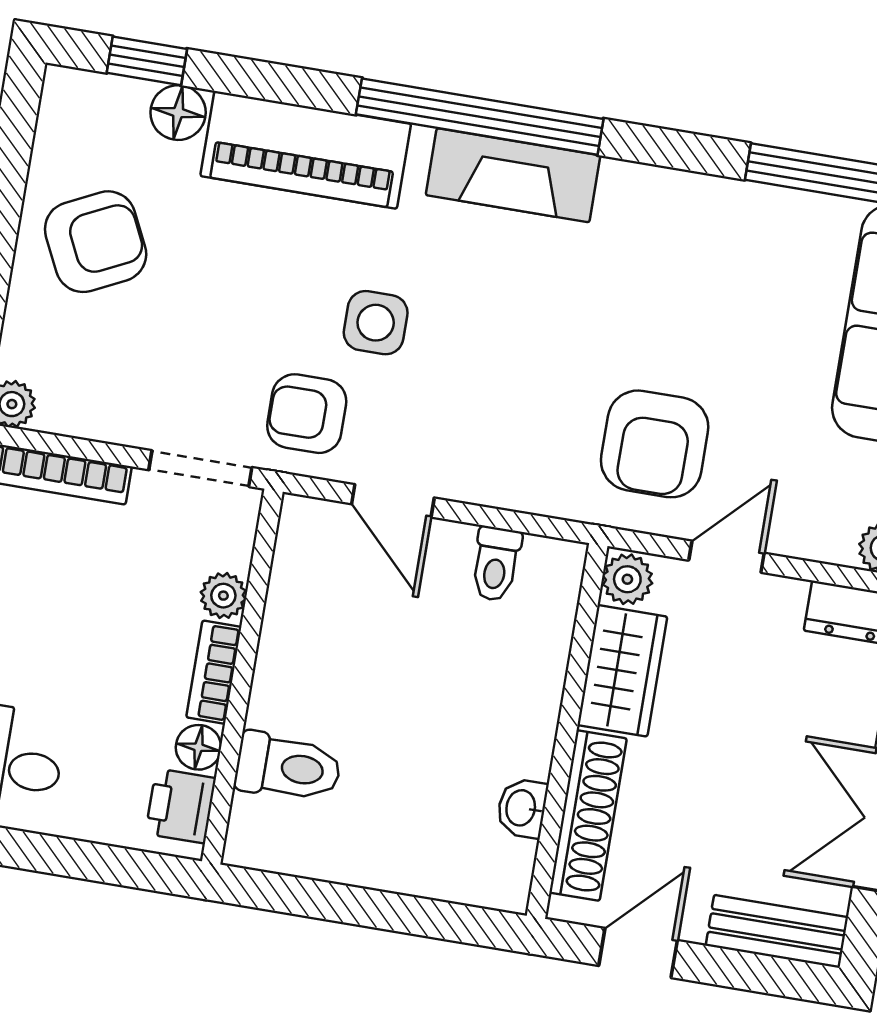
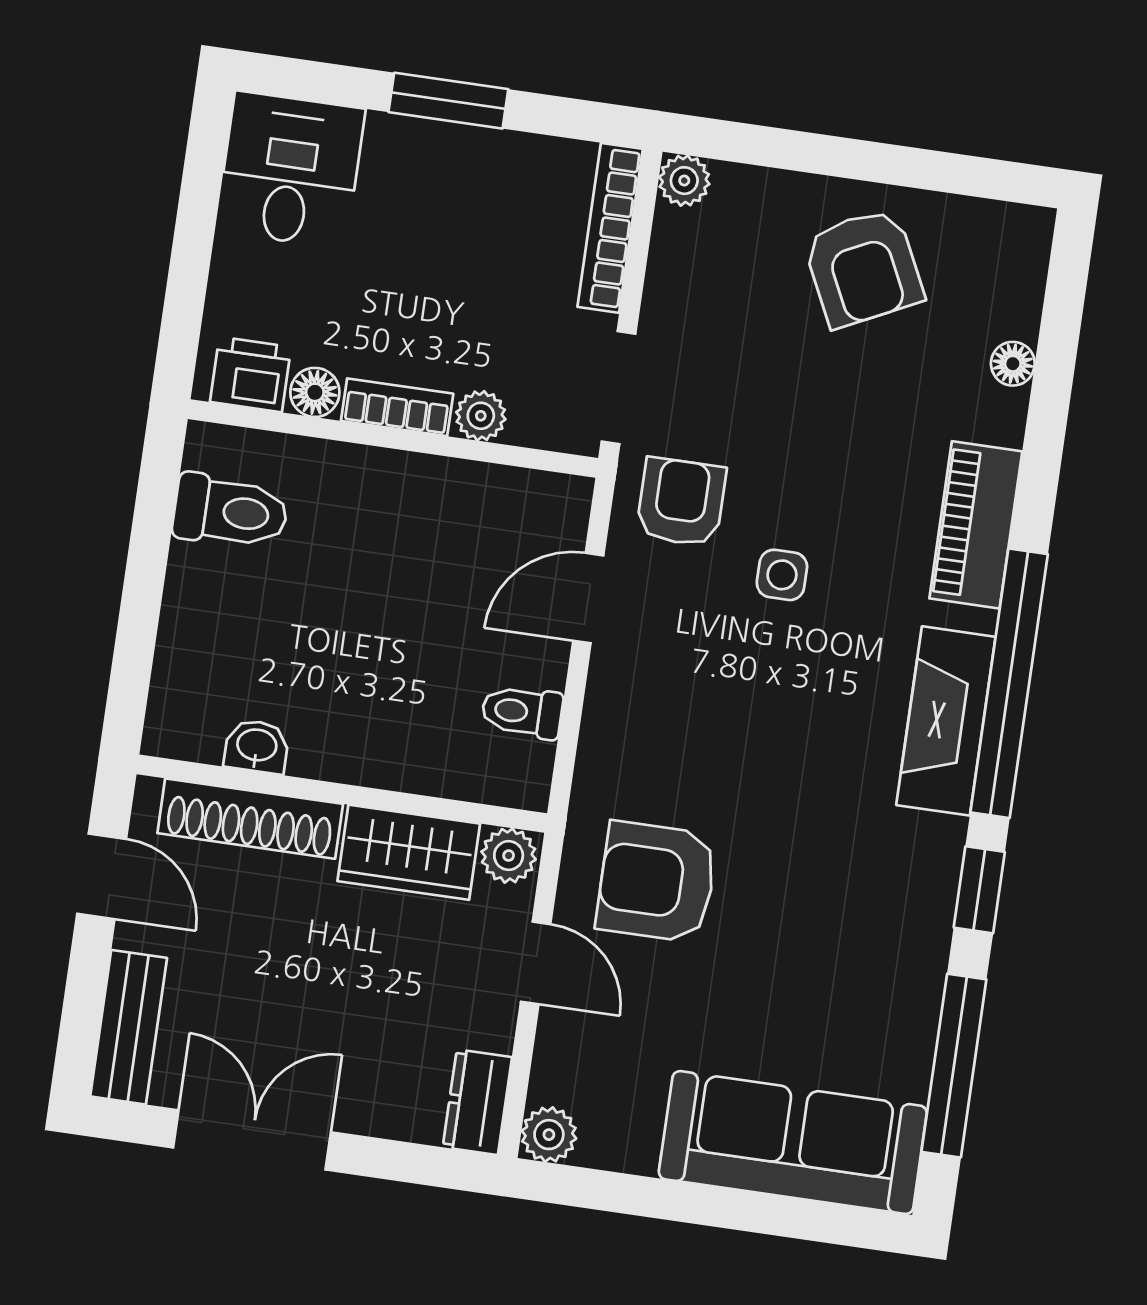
window: (147, 61) -> (979, 890), moved
floor lamp: (178, 113) -> (1013, 364), width x0.73, depth x0.73
piano: (306, 150) -> (976, 525), width x0.73, depth x0.75
side table: (376, 323) -> (782, 575), width x0.73, depth x0.73
toilet: (288, 767) -> (230, 511), moved, turned -90

